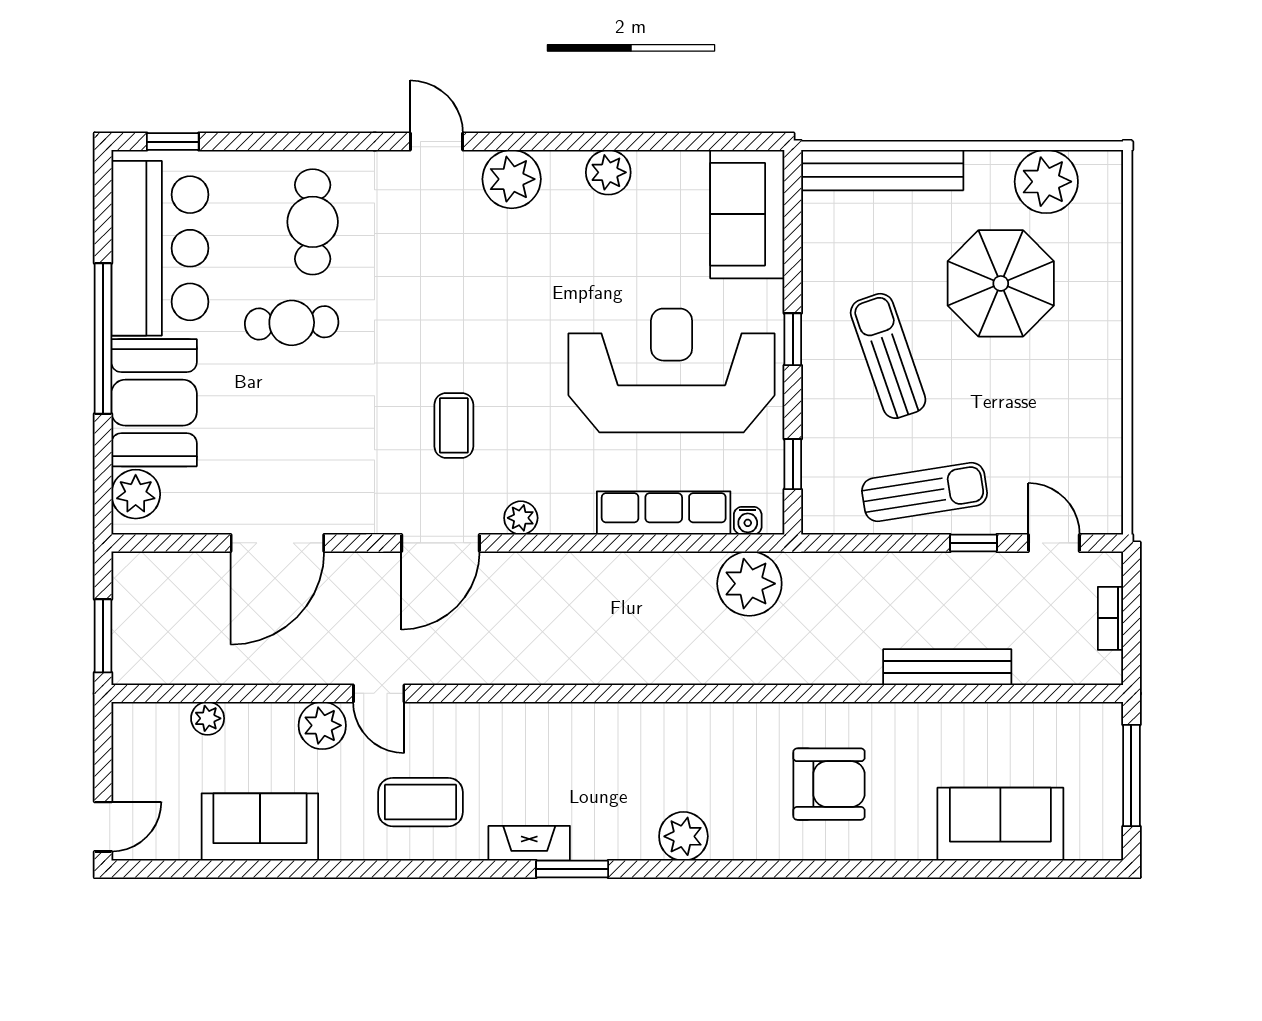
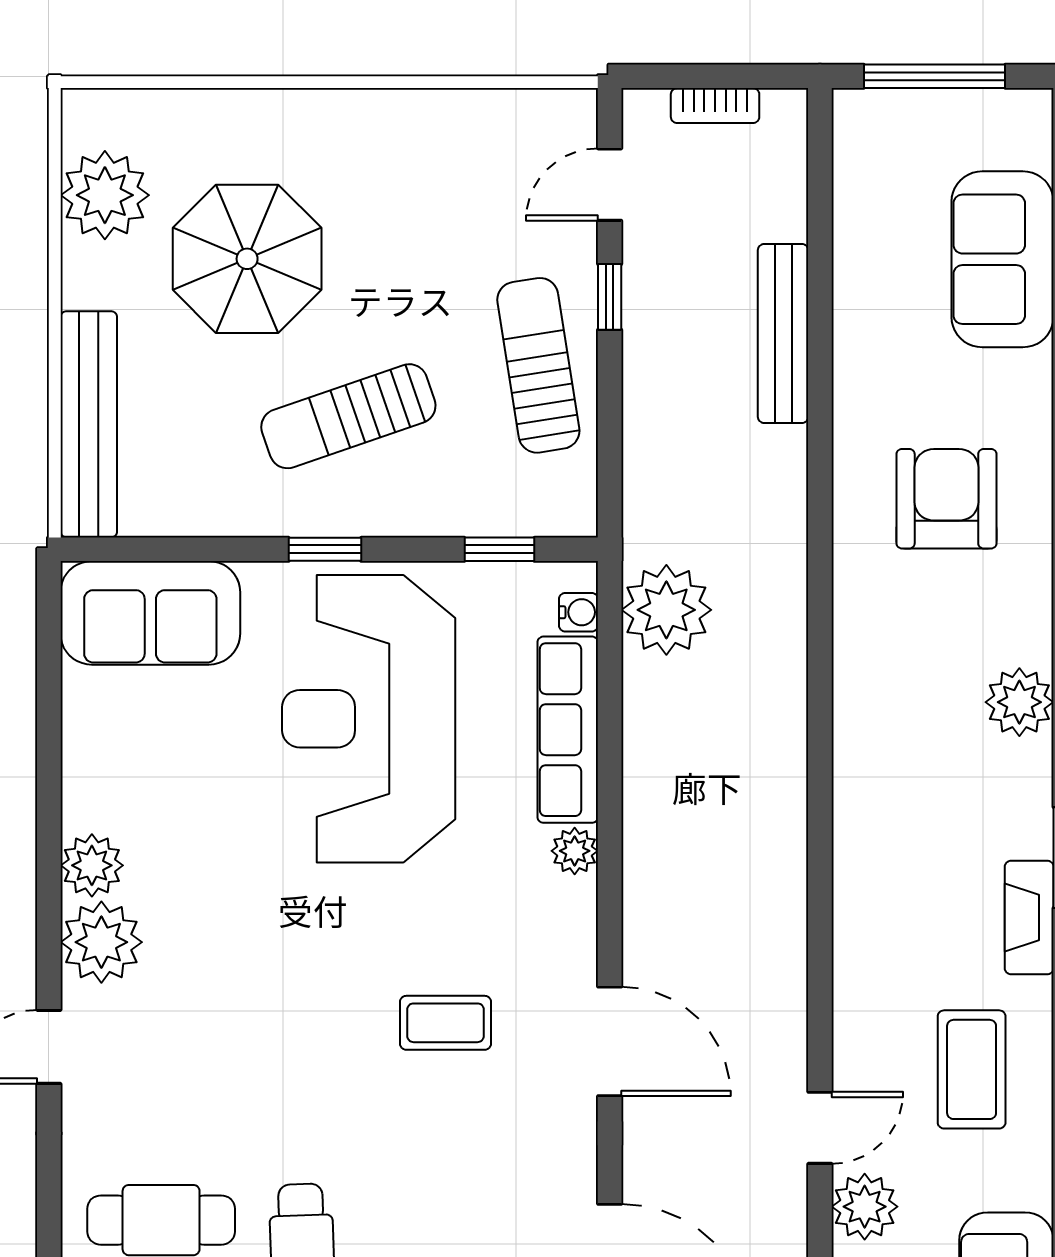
plant: (608, 172) -> (92, 865), moved
plant: (521, 518) -> (575, 851), moved

